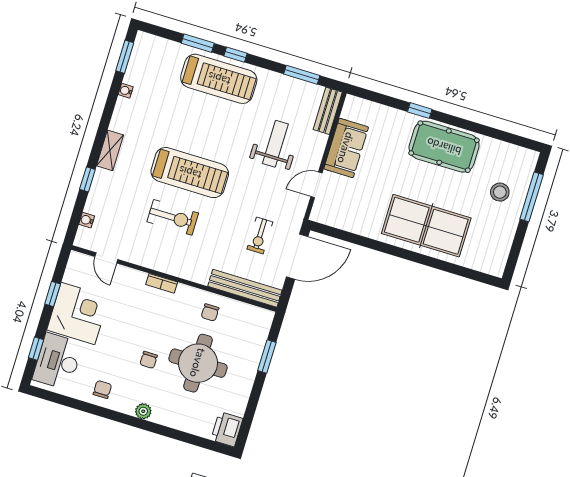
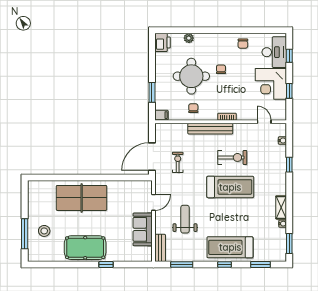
window: (198, 43) -> (260, 265), moved
weight bench: (275, 144) -> (185, 219), turned 180
shelving: (110, 150) -> (281, 207), moved
treadmill: (190, 173) -> (230, 187), turned 180
exercise bike: (173, 217) -> (232, 157), turned 180
bench: (245, 288) -> (210, 129), moved
filing cabinet: (263, 317) -> (161, 115), added
plant: (143, 411) -> (189, 38), moved

